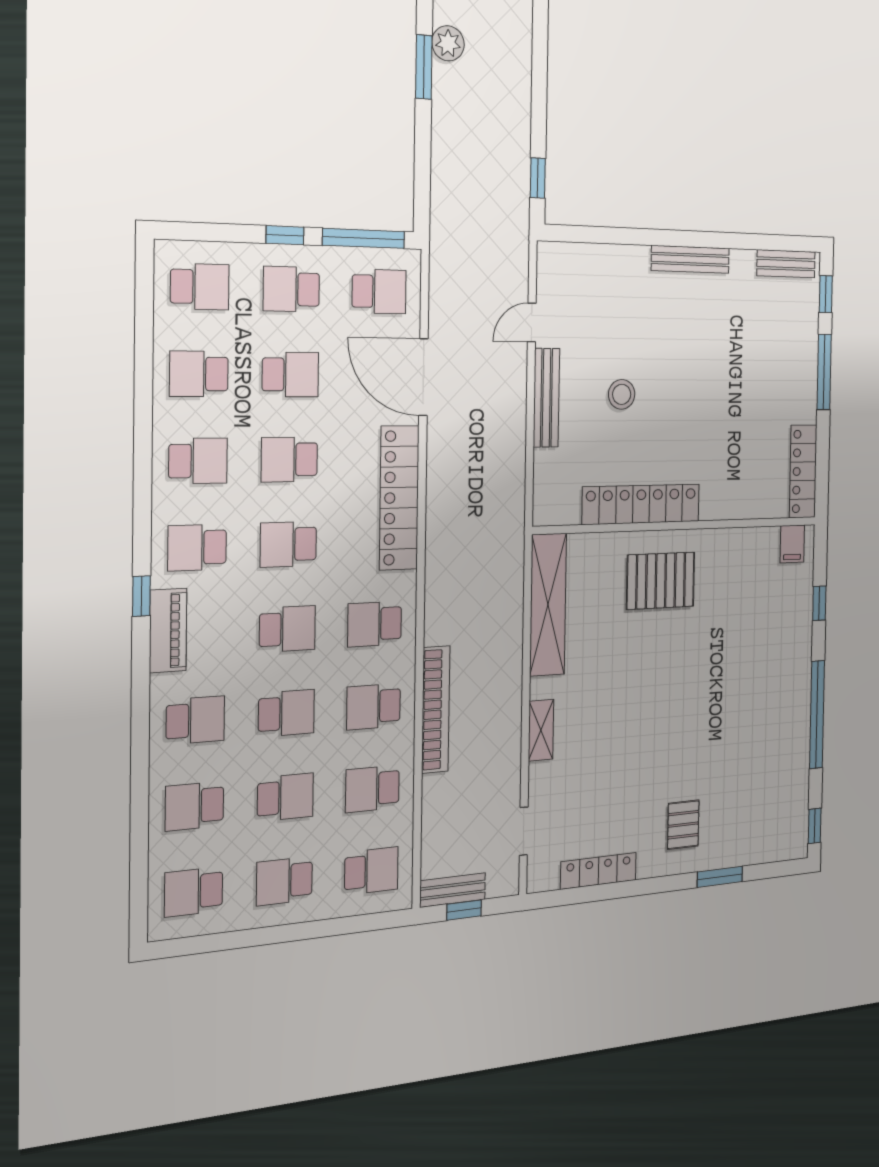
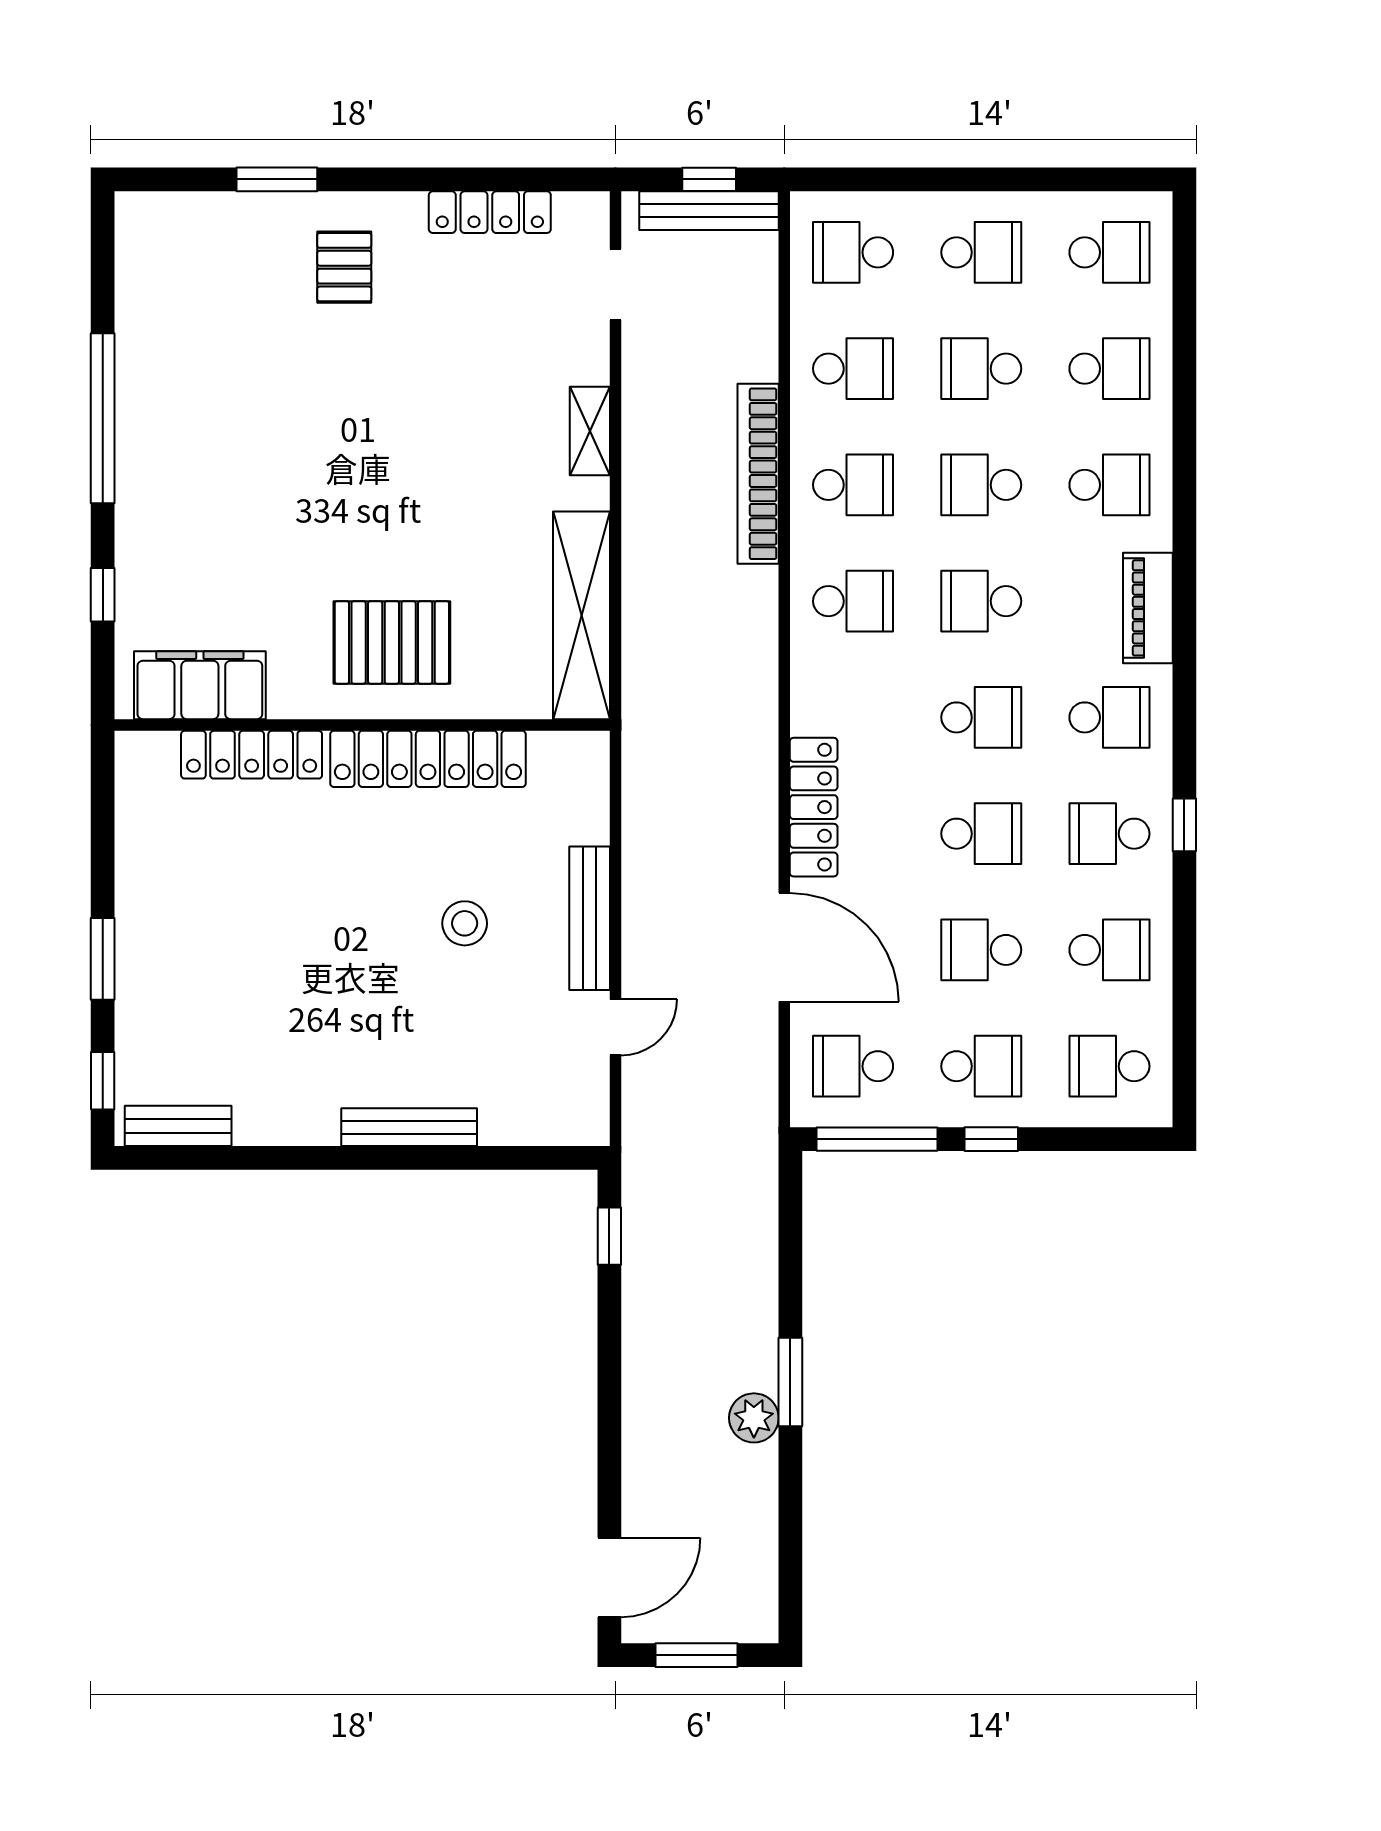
bench: (690, 259) -> (409, 1127), moved
window: (824, 372) -> (103, 959), width x0.69
locker: (803, 471) -> (252, 755), moved, turned 90
locker: (399, 498) -> (814, 807), width x0.71, depth x0.83
filing cabinet: (792, 544) -> (200, 685), width x3.00, depth x1.17
window: (141, 596) -> (1184, 825), moved
school desk: (195, 720) -> (1109, 485), turned 180
window: (815, 826) -> (103, 241), removed
bench: (453, 890) -> (709, 211), width x1.36

